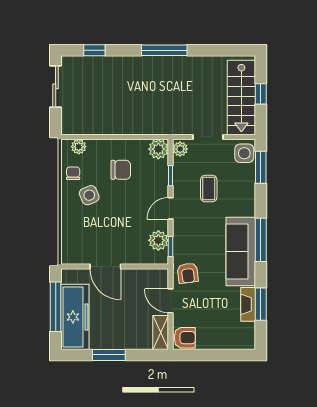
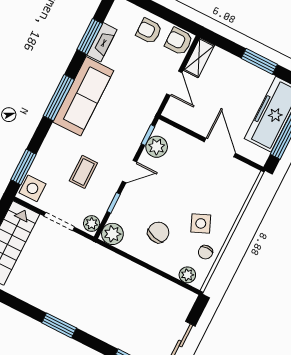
window: (164, 50) -> (59, 325), width x0.69
chair: (121, 170) -> (158, 232), turned 106
armchair: (188, 273) -> (149, 31), moved, turned -83

